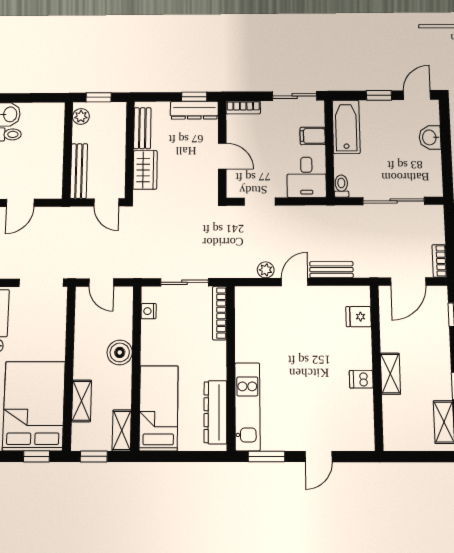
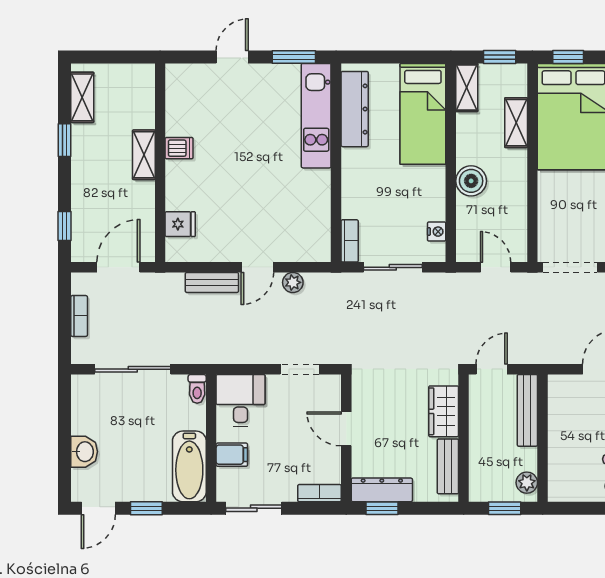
door: (106, 202) -> (492, 369), hinge flipped
bookcase: (439, 261) -> (79, 316), moved
bookcase: (220, 313) -> (350, 241), width x0.64

